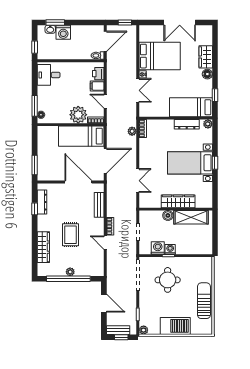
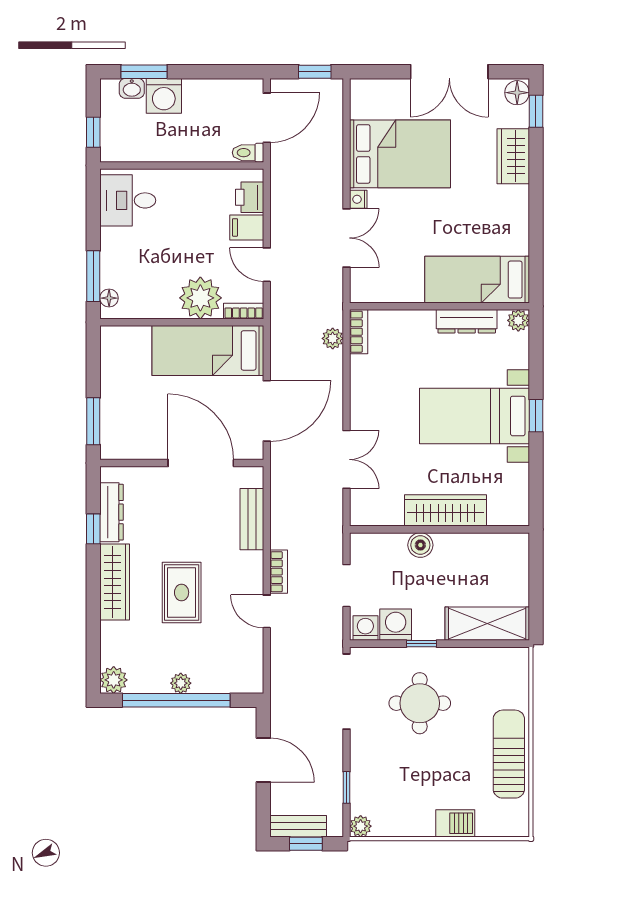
floor lamp: (207, 74) -> (517, 93), moved
window: (215, 95) -> (536, 111), moved
shelving: (191, 217) -> (487, 624), moved
wardrobe: (43, 247) -> (115, 582), moved
washing machine: (170, 249) -> (365, 628), moved
plant: (43, 270) -> (114, 680), added
barbecue: (175, 326) -> (455, 823), width x0.53, depth x0.65

